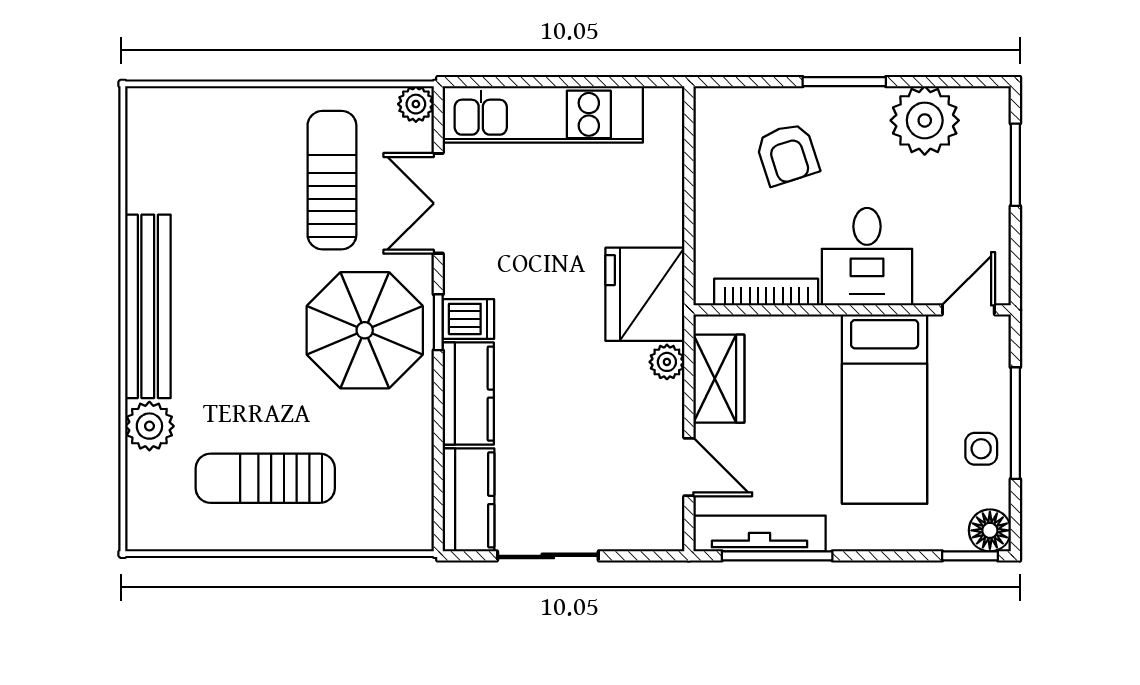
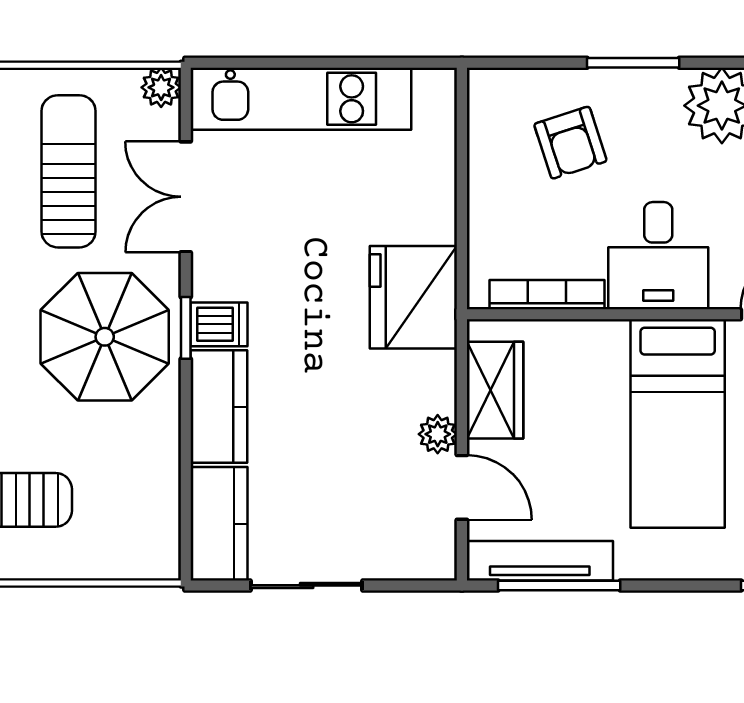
plant: (667, 362) -> (438, 434), moved

